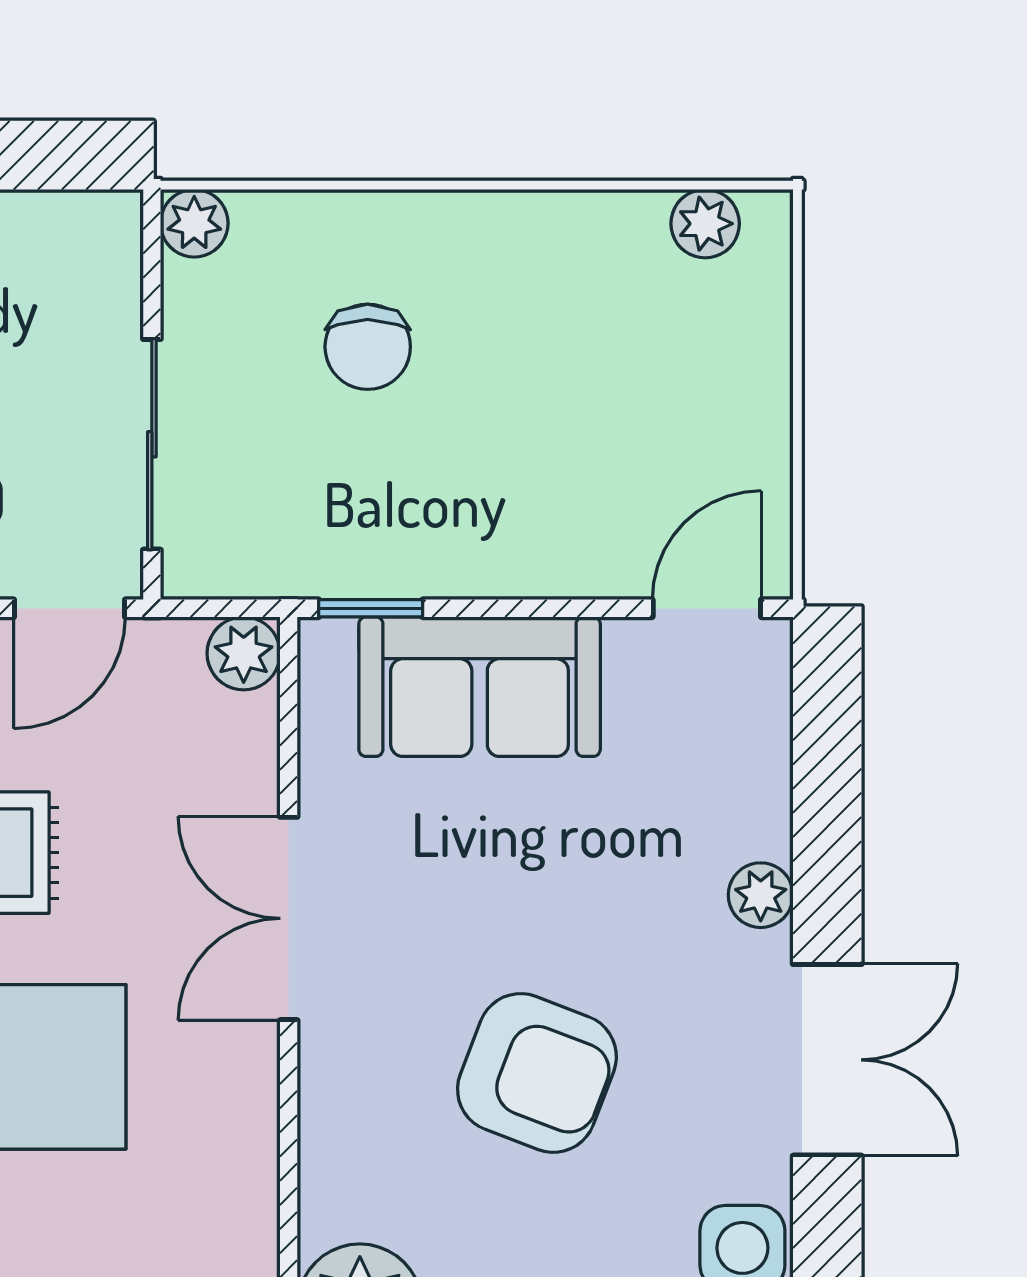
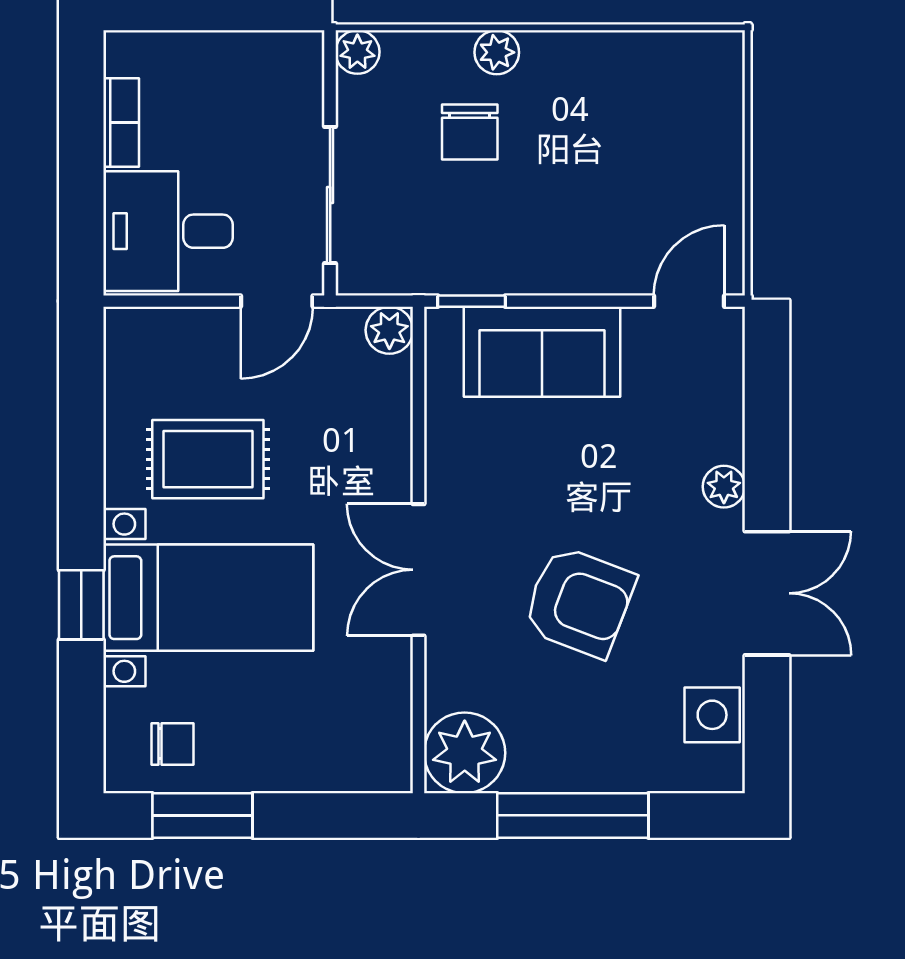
plant: (705, 224) -> (497, 52), moved
double door: (289, 918) -> (418, 570), moved

